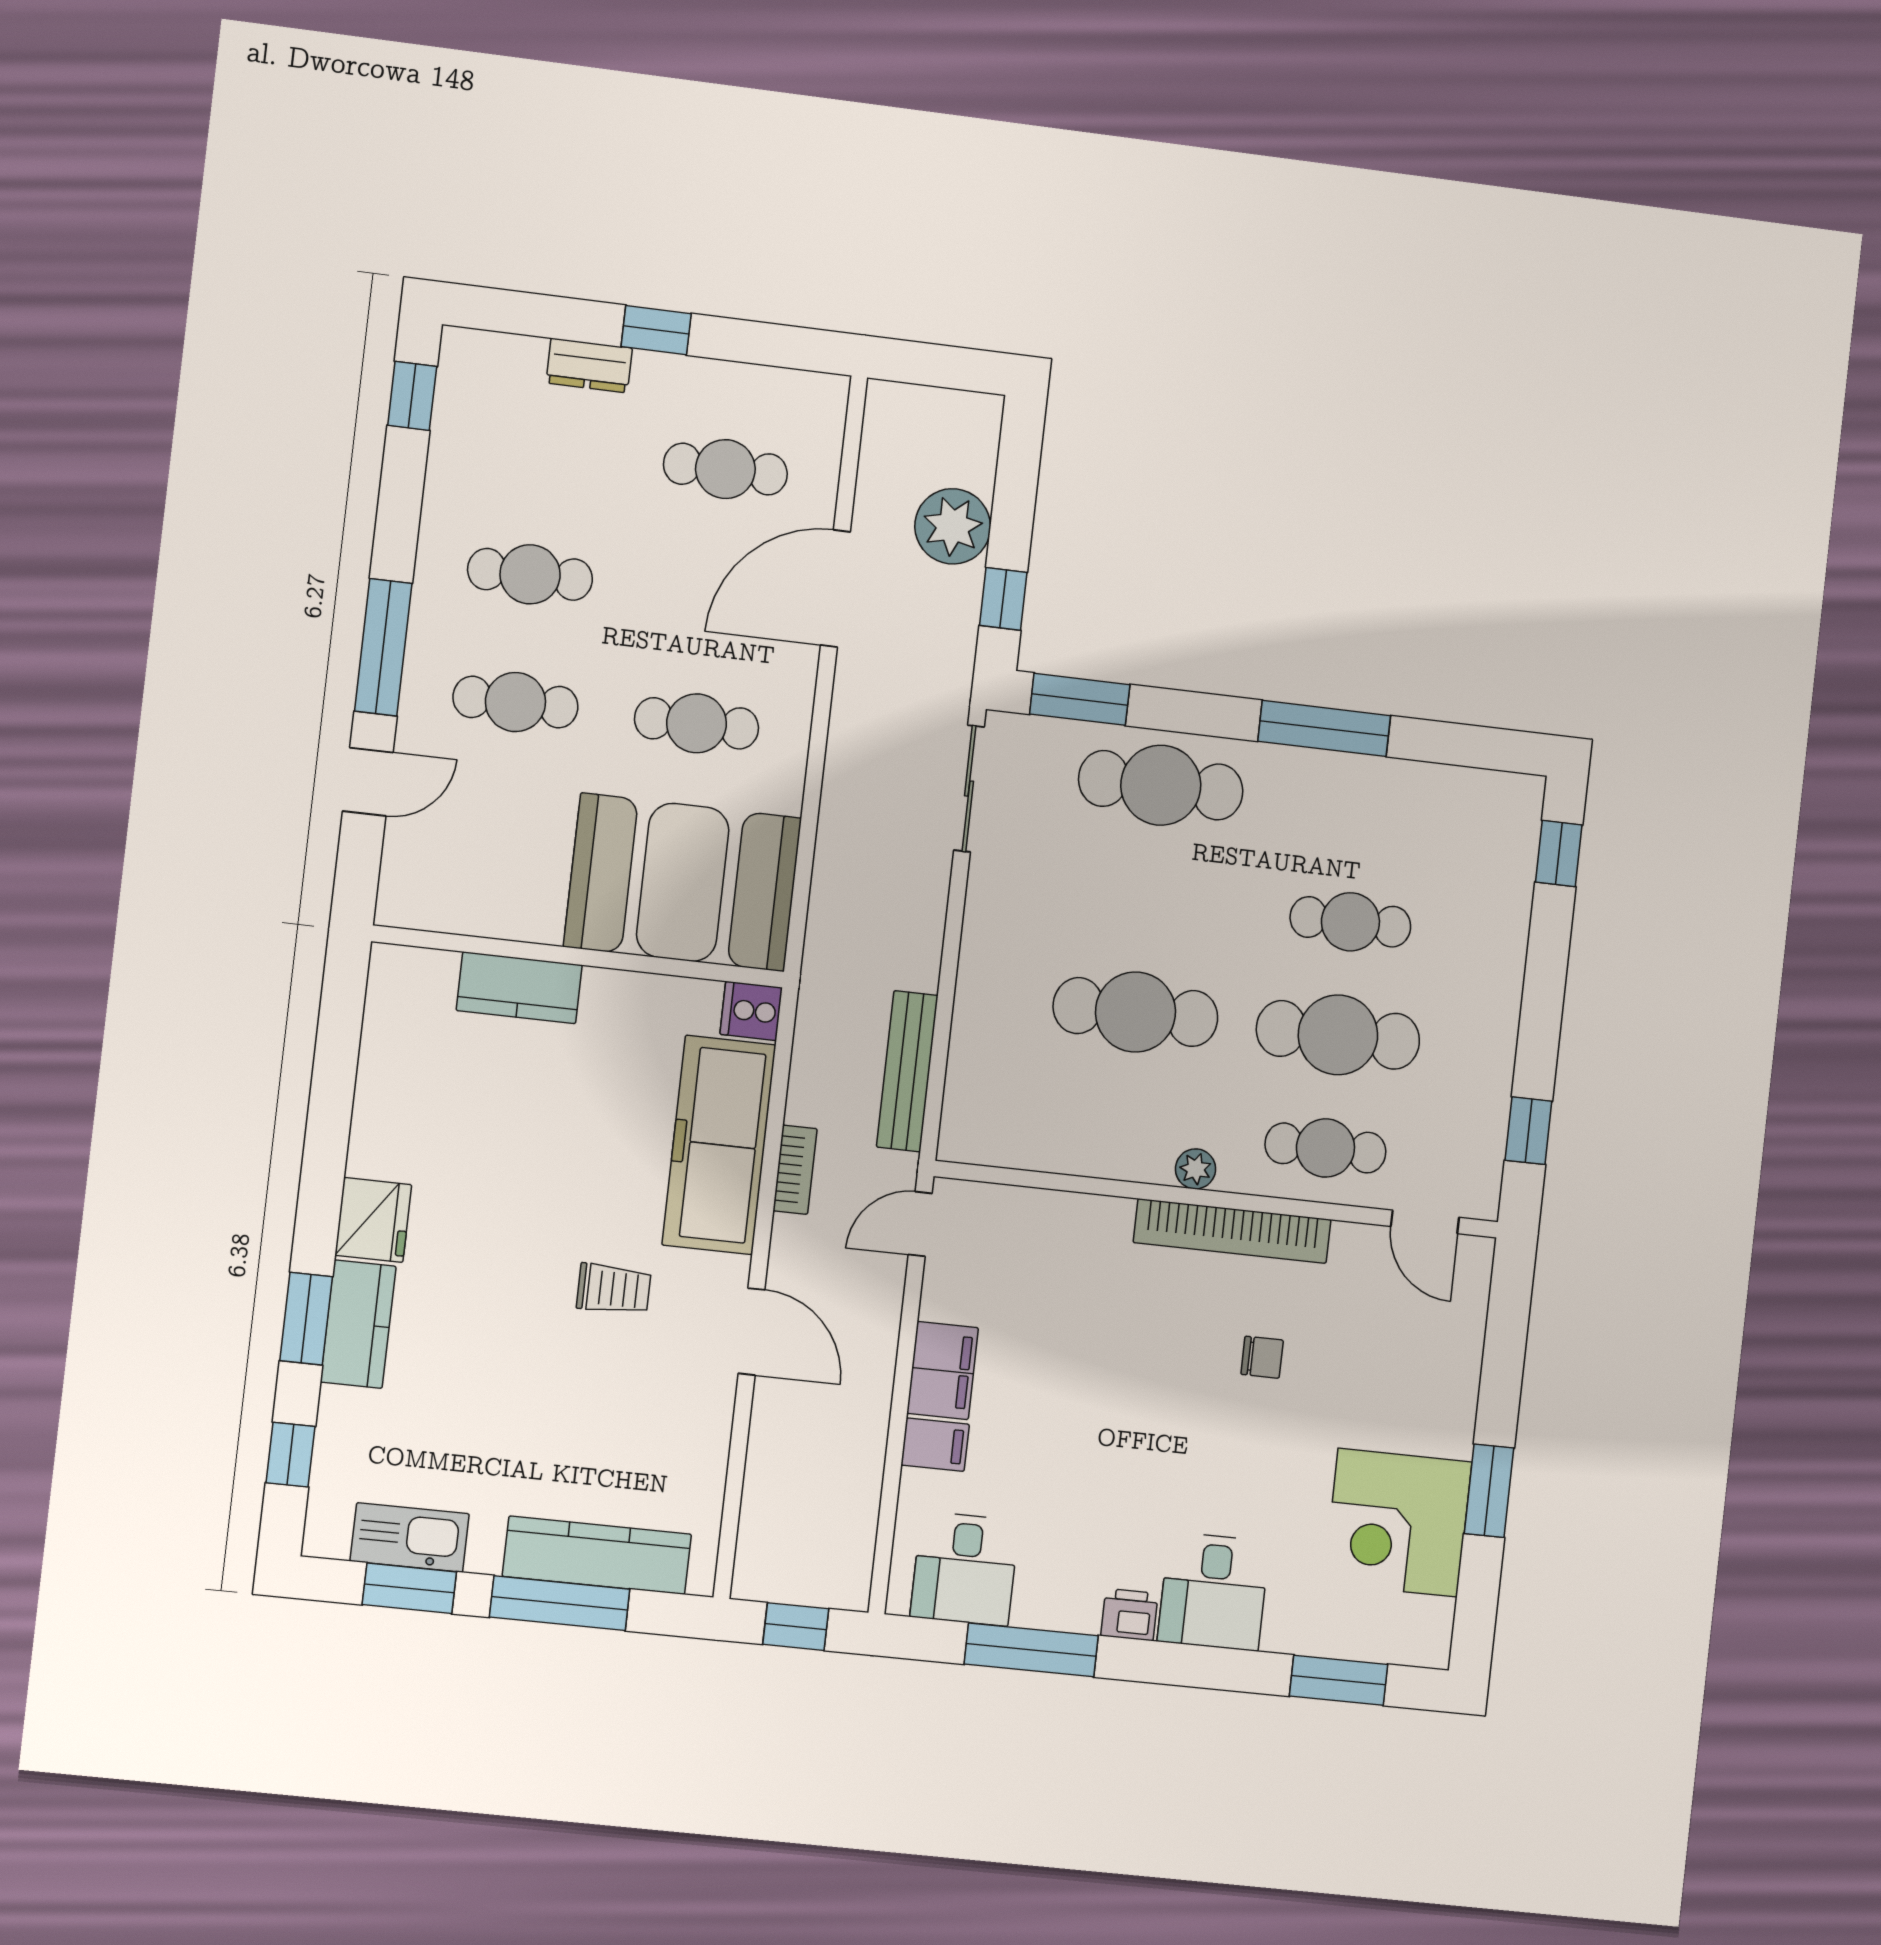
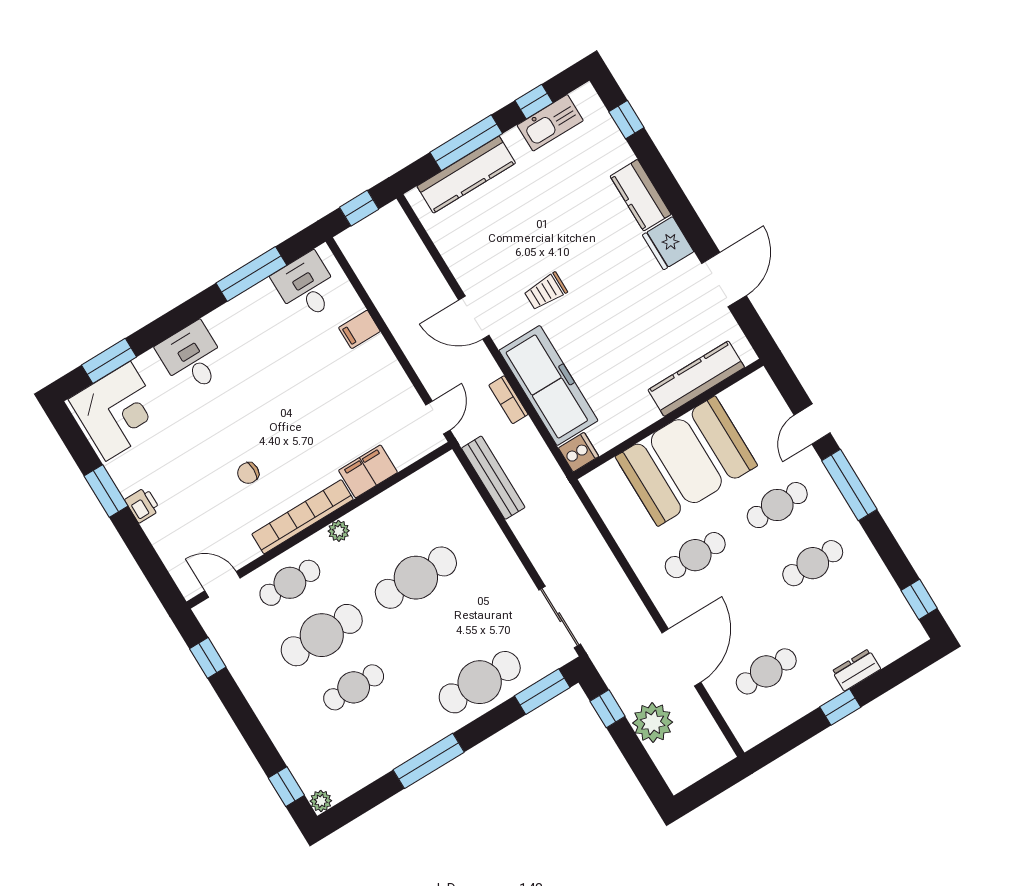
plant: (1525, 793) -> (321, 801), added
booth: (683, 882) -> (686, 461), moved
kitchen counter: (519, 988) -> (696, 379), width x1.50
door: (331, 1101) -> (724, 279), added
window: (306, 1319) -> (664, 181), removed
filing cabinet: (943, 1371) -> (368, 471), moved, turned 90
corner desk: (1398, 1523) -> (118, 411), moved, turned 90
window: (409, 1588) -> (534, 102), width x0.67
printer: (1129, 1615) -> (142, 505), moved, turned -90

